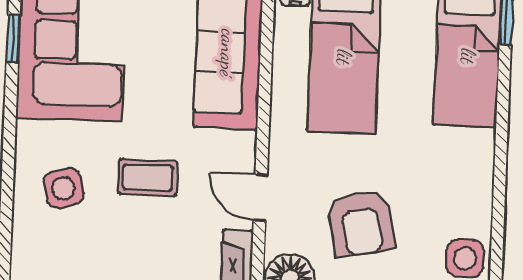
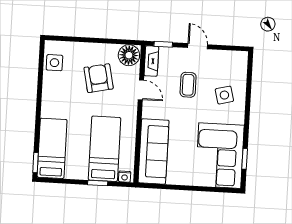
coffee table: (148, 177) -> (188, 85), moved, turned 90

